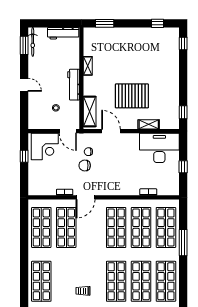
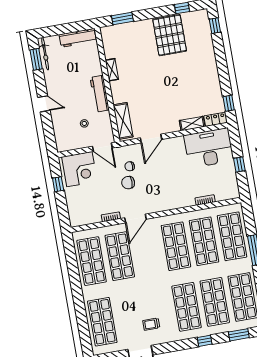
pallet: (132, 96) -> (170, 35), moved, turned 90
locker: (170, 124) -> (216, 119), added
door: (111, 131) -> (151, 139), swing flipped

